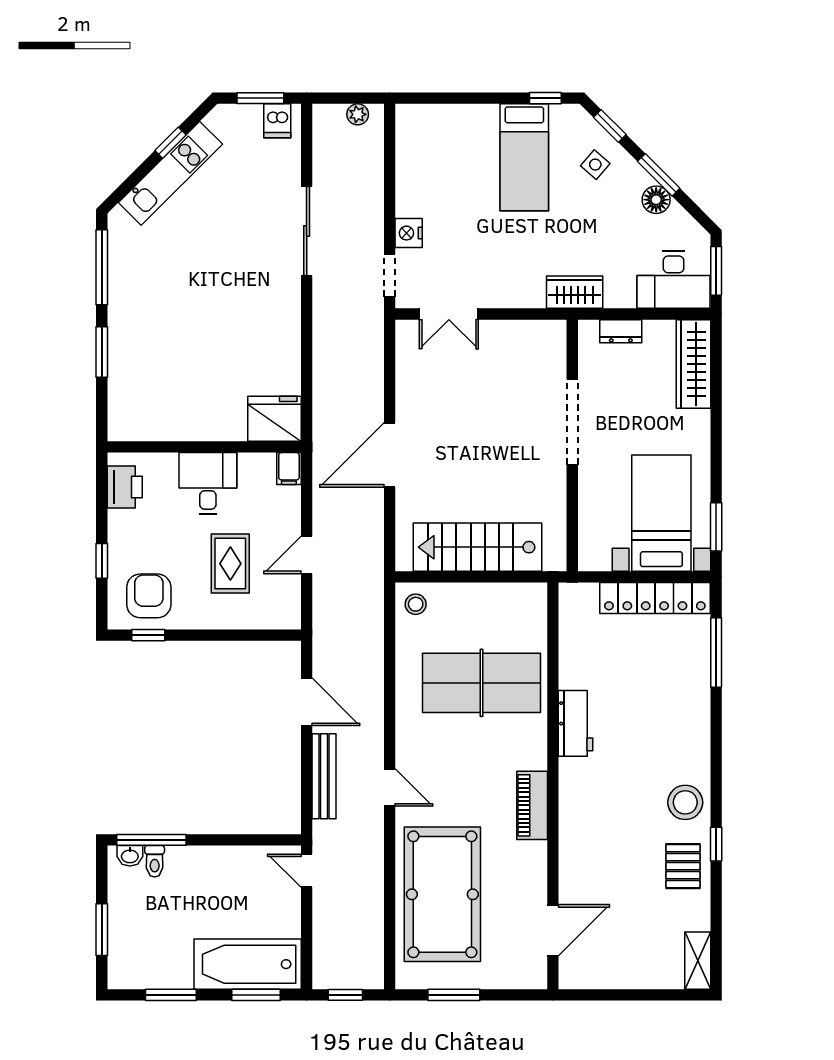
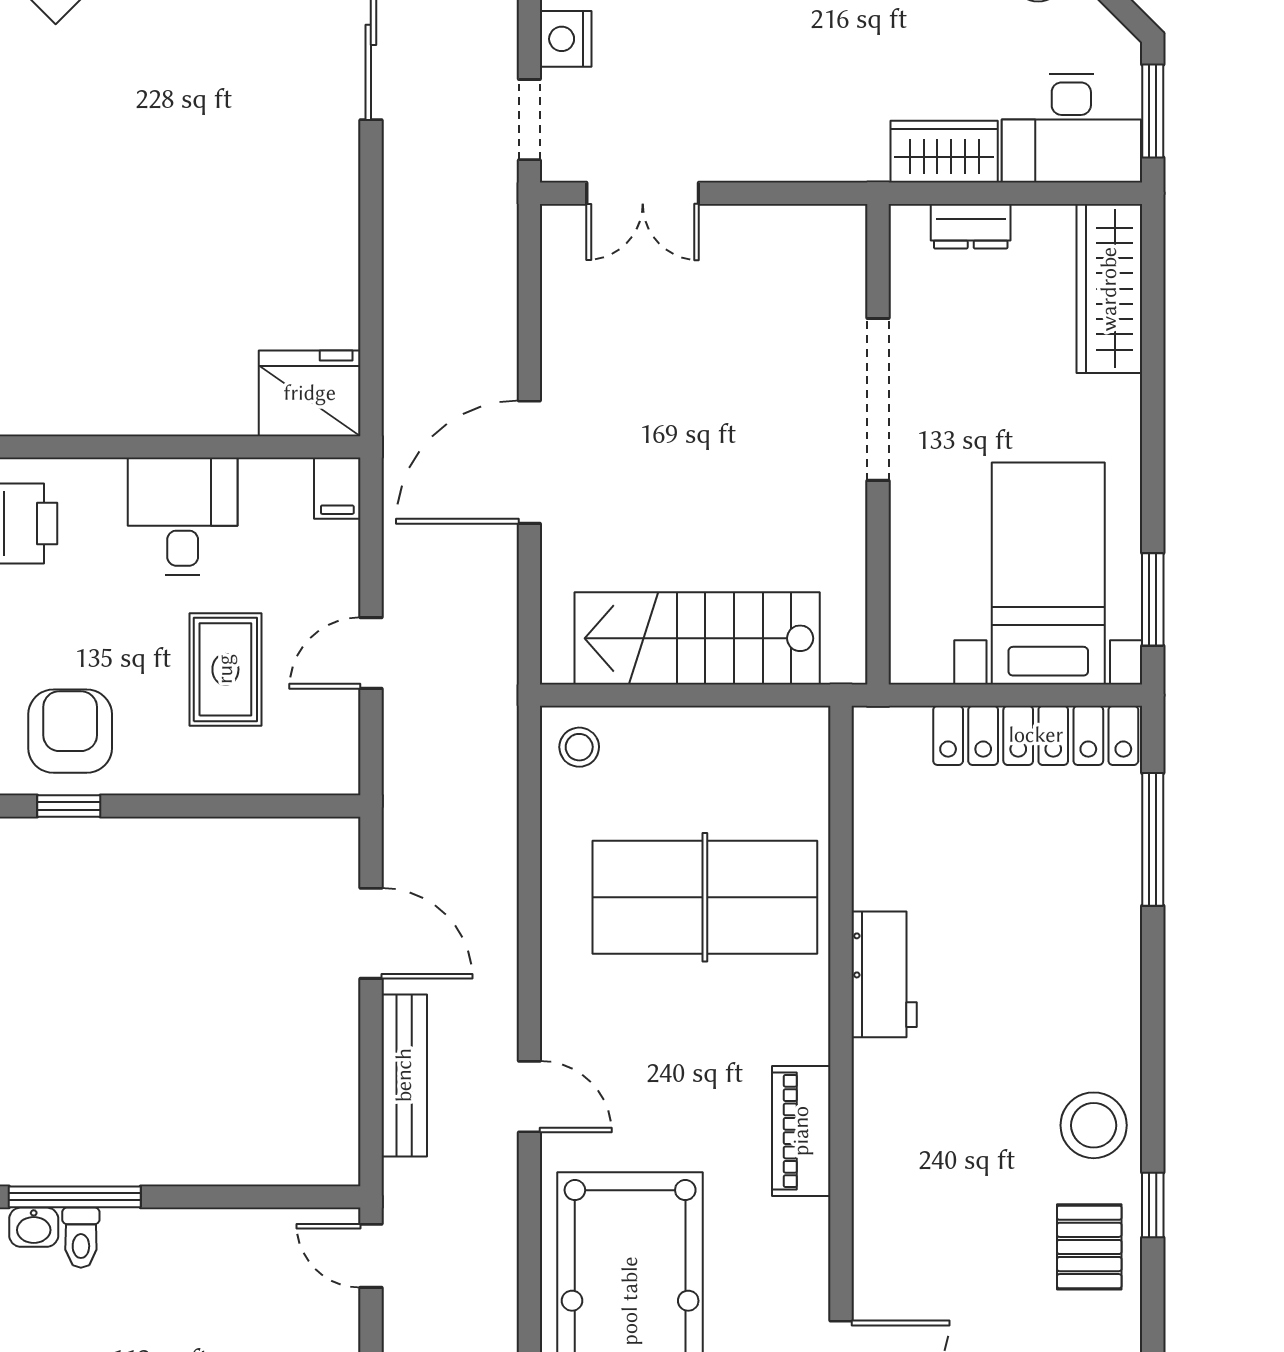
wardrobe: (575, 292) -> (944, 152), moved

